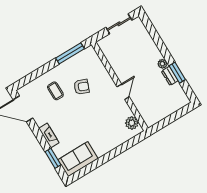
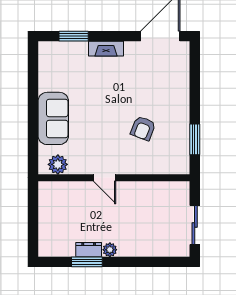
window: (70, 53) -> (195, 139), width x0.69
coffee table: (55, 91) -> (158, 92), removed
sofa: (78, 159) -> (53, 118), moved

